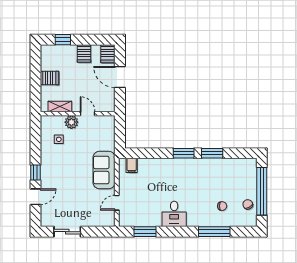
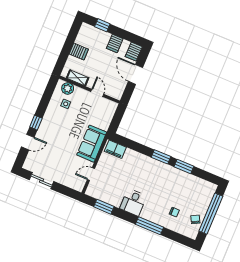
plant: (71, 122) -> (68, 88), moved
filing cabinet: (132, 165) -> (115, 149), width x2.00
window: (214, 232) -> (149, 226), moved

